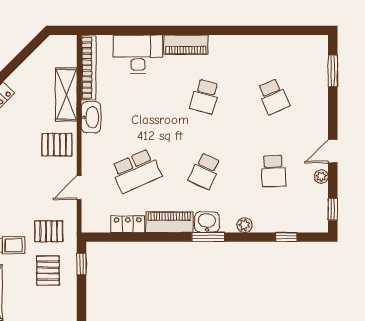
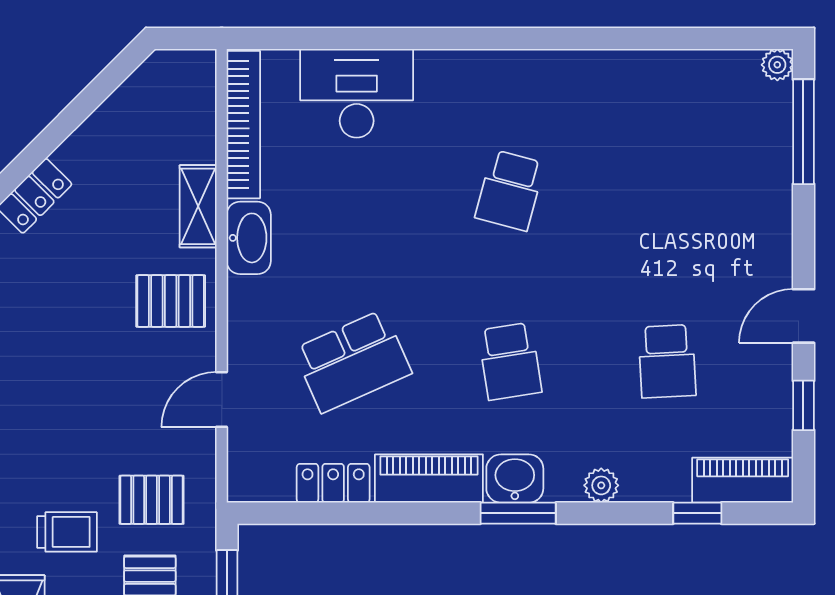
piano: (186, 45) -> (743, 480), moved, turned 180
window: (333, 71) -> (803, 132), width x1.44
shelving: (66, 94) -> (198, 206), width x0.67, depth x0.75
school desk: (273, 97) -> (667, 190), removed
school desk: (205, 171) -> (510, 361), turned -33
plant: (321, 177) -> (777, 65), moved
window: (333, 209) -> (803, 405), moved

